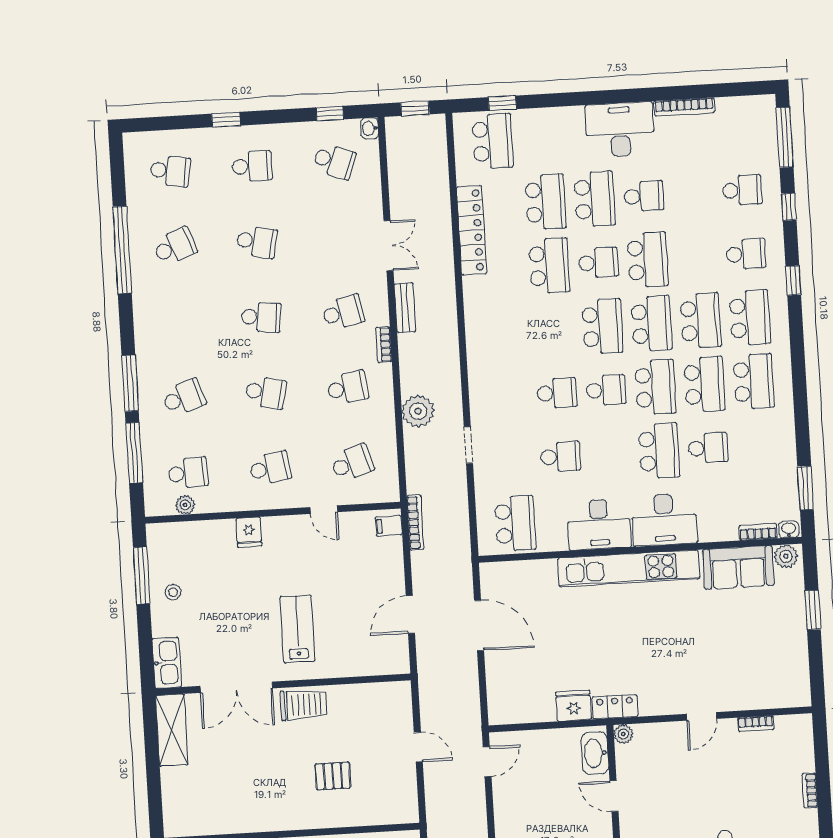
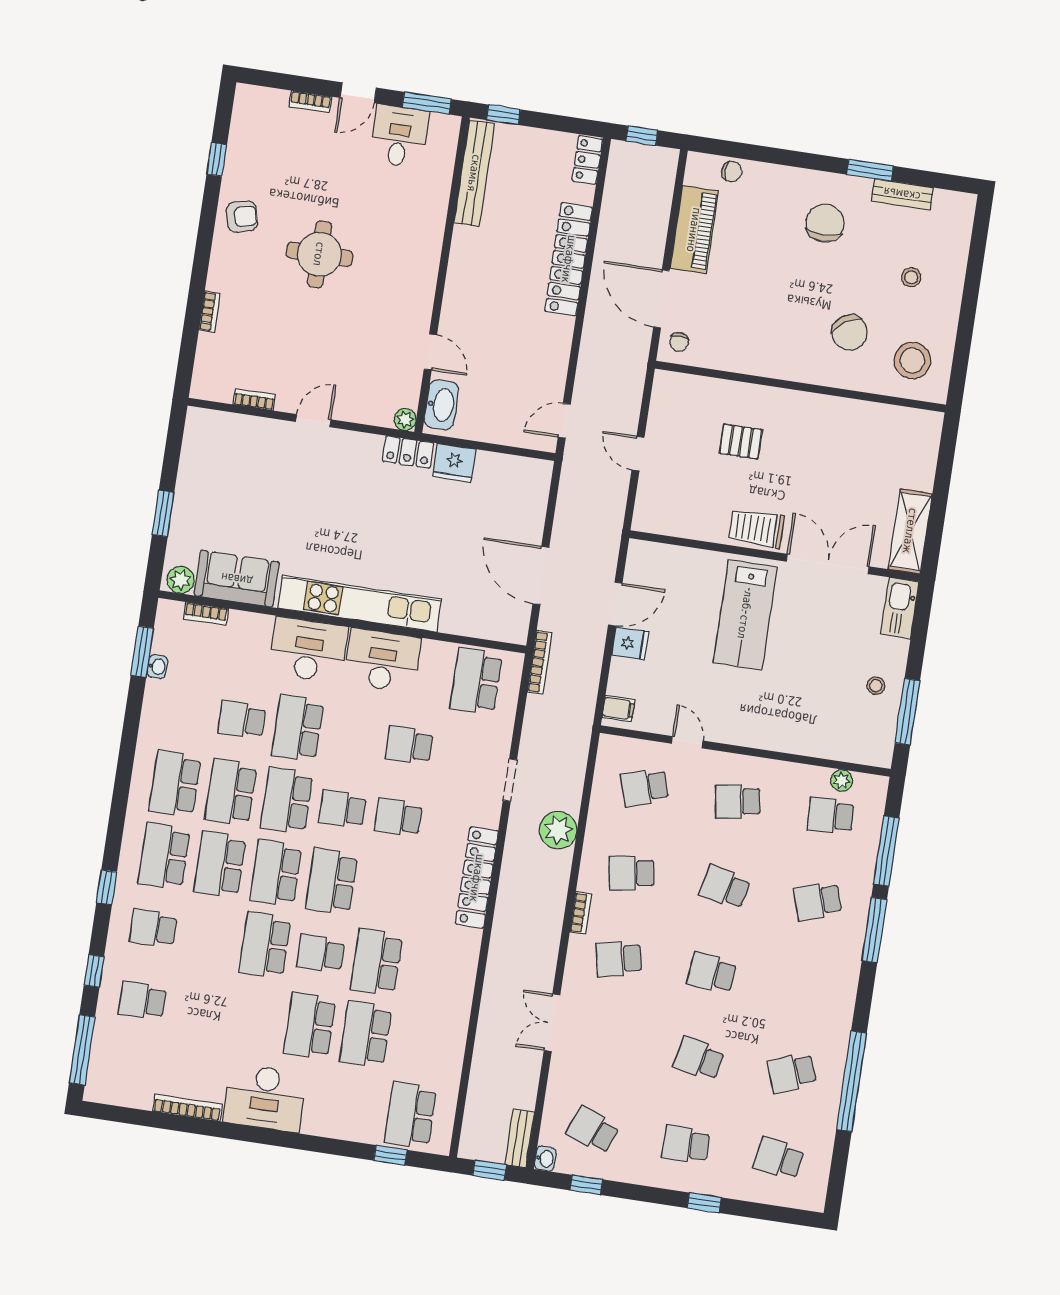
school desk: (644, 196) -> (254, 1017), removed
locker: (472, 230) -> (477, 878), moved
bench: (405, 308) -> (520, 1138), moved
bookcase: (415, 522) -> (540, 662), moved, turned 180
washbasin: (789, 529) -> (157, 667), moved, turned -90
fridge: (249, 532) -> (630, 643), moved, turned 90
lab bench: (297, 629) -> (745, 615), width x1.36, depth x1.39

